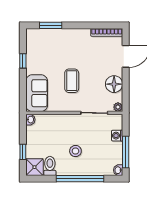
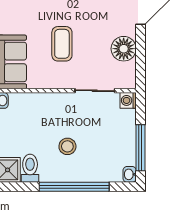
plant: (118, 107) -> (129, 82), removed
washing machine: (117, 136) -> (128, 100), moved

